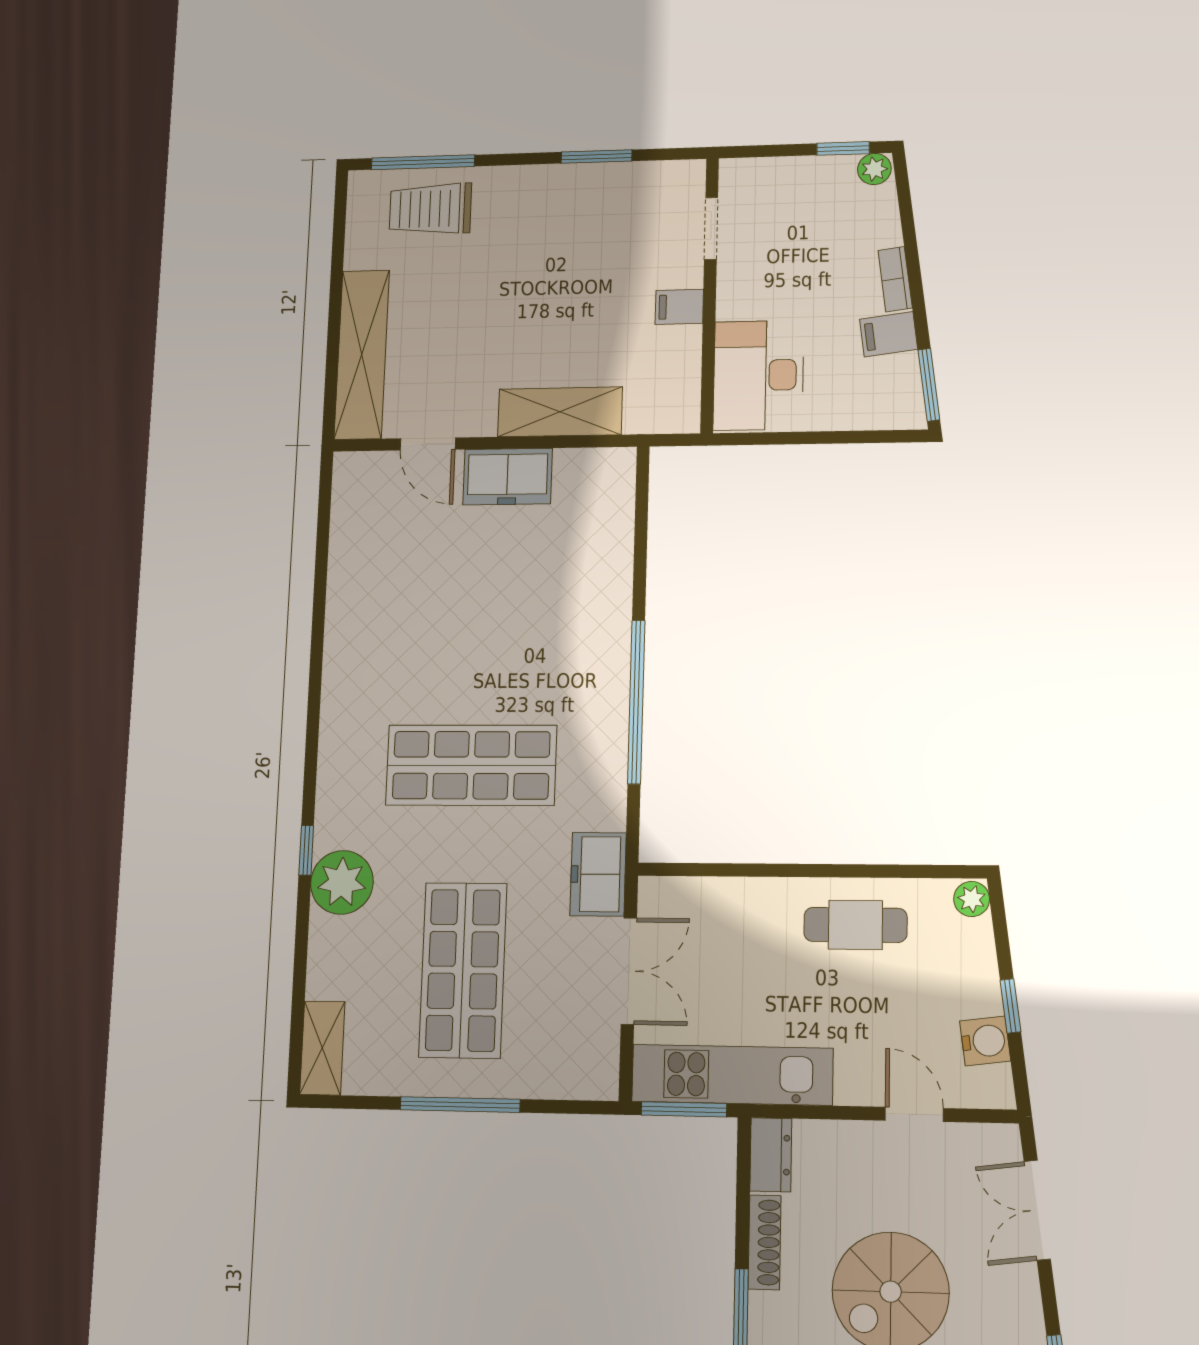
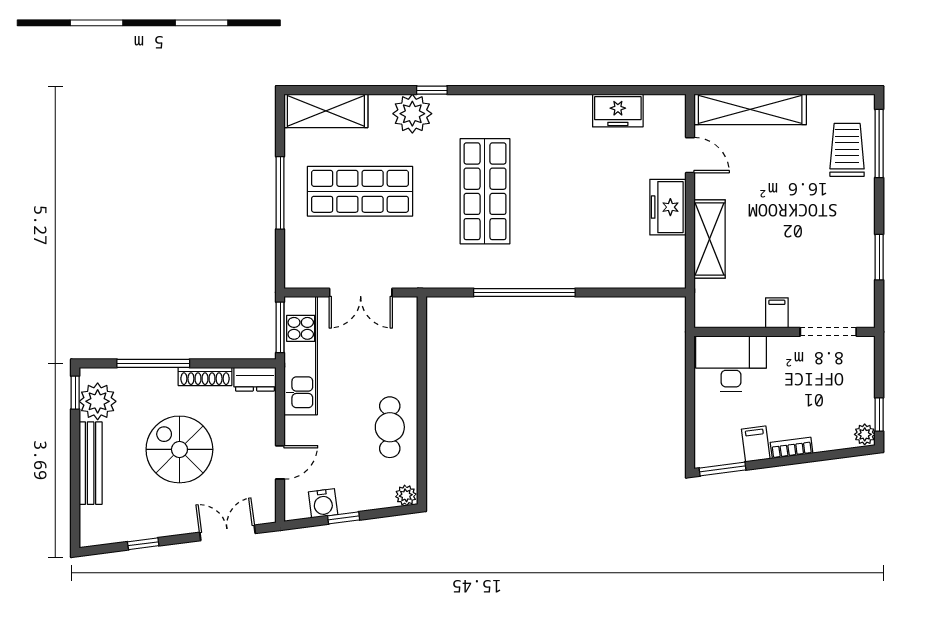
doorway: (711, 228) -> (828, 332), width x1.38
door: (428, 444) -> (690, 155), swing flipped
freezer: (598, 874) -> (618, 110), moved, turned 180
shelving: (322, 1048) -> (326, 111), width x1.50, depth x1.33

